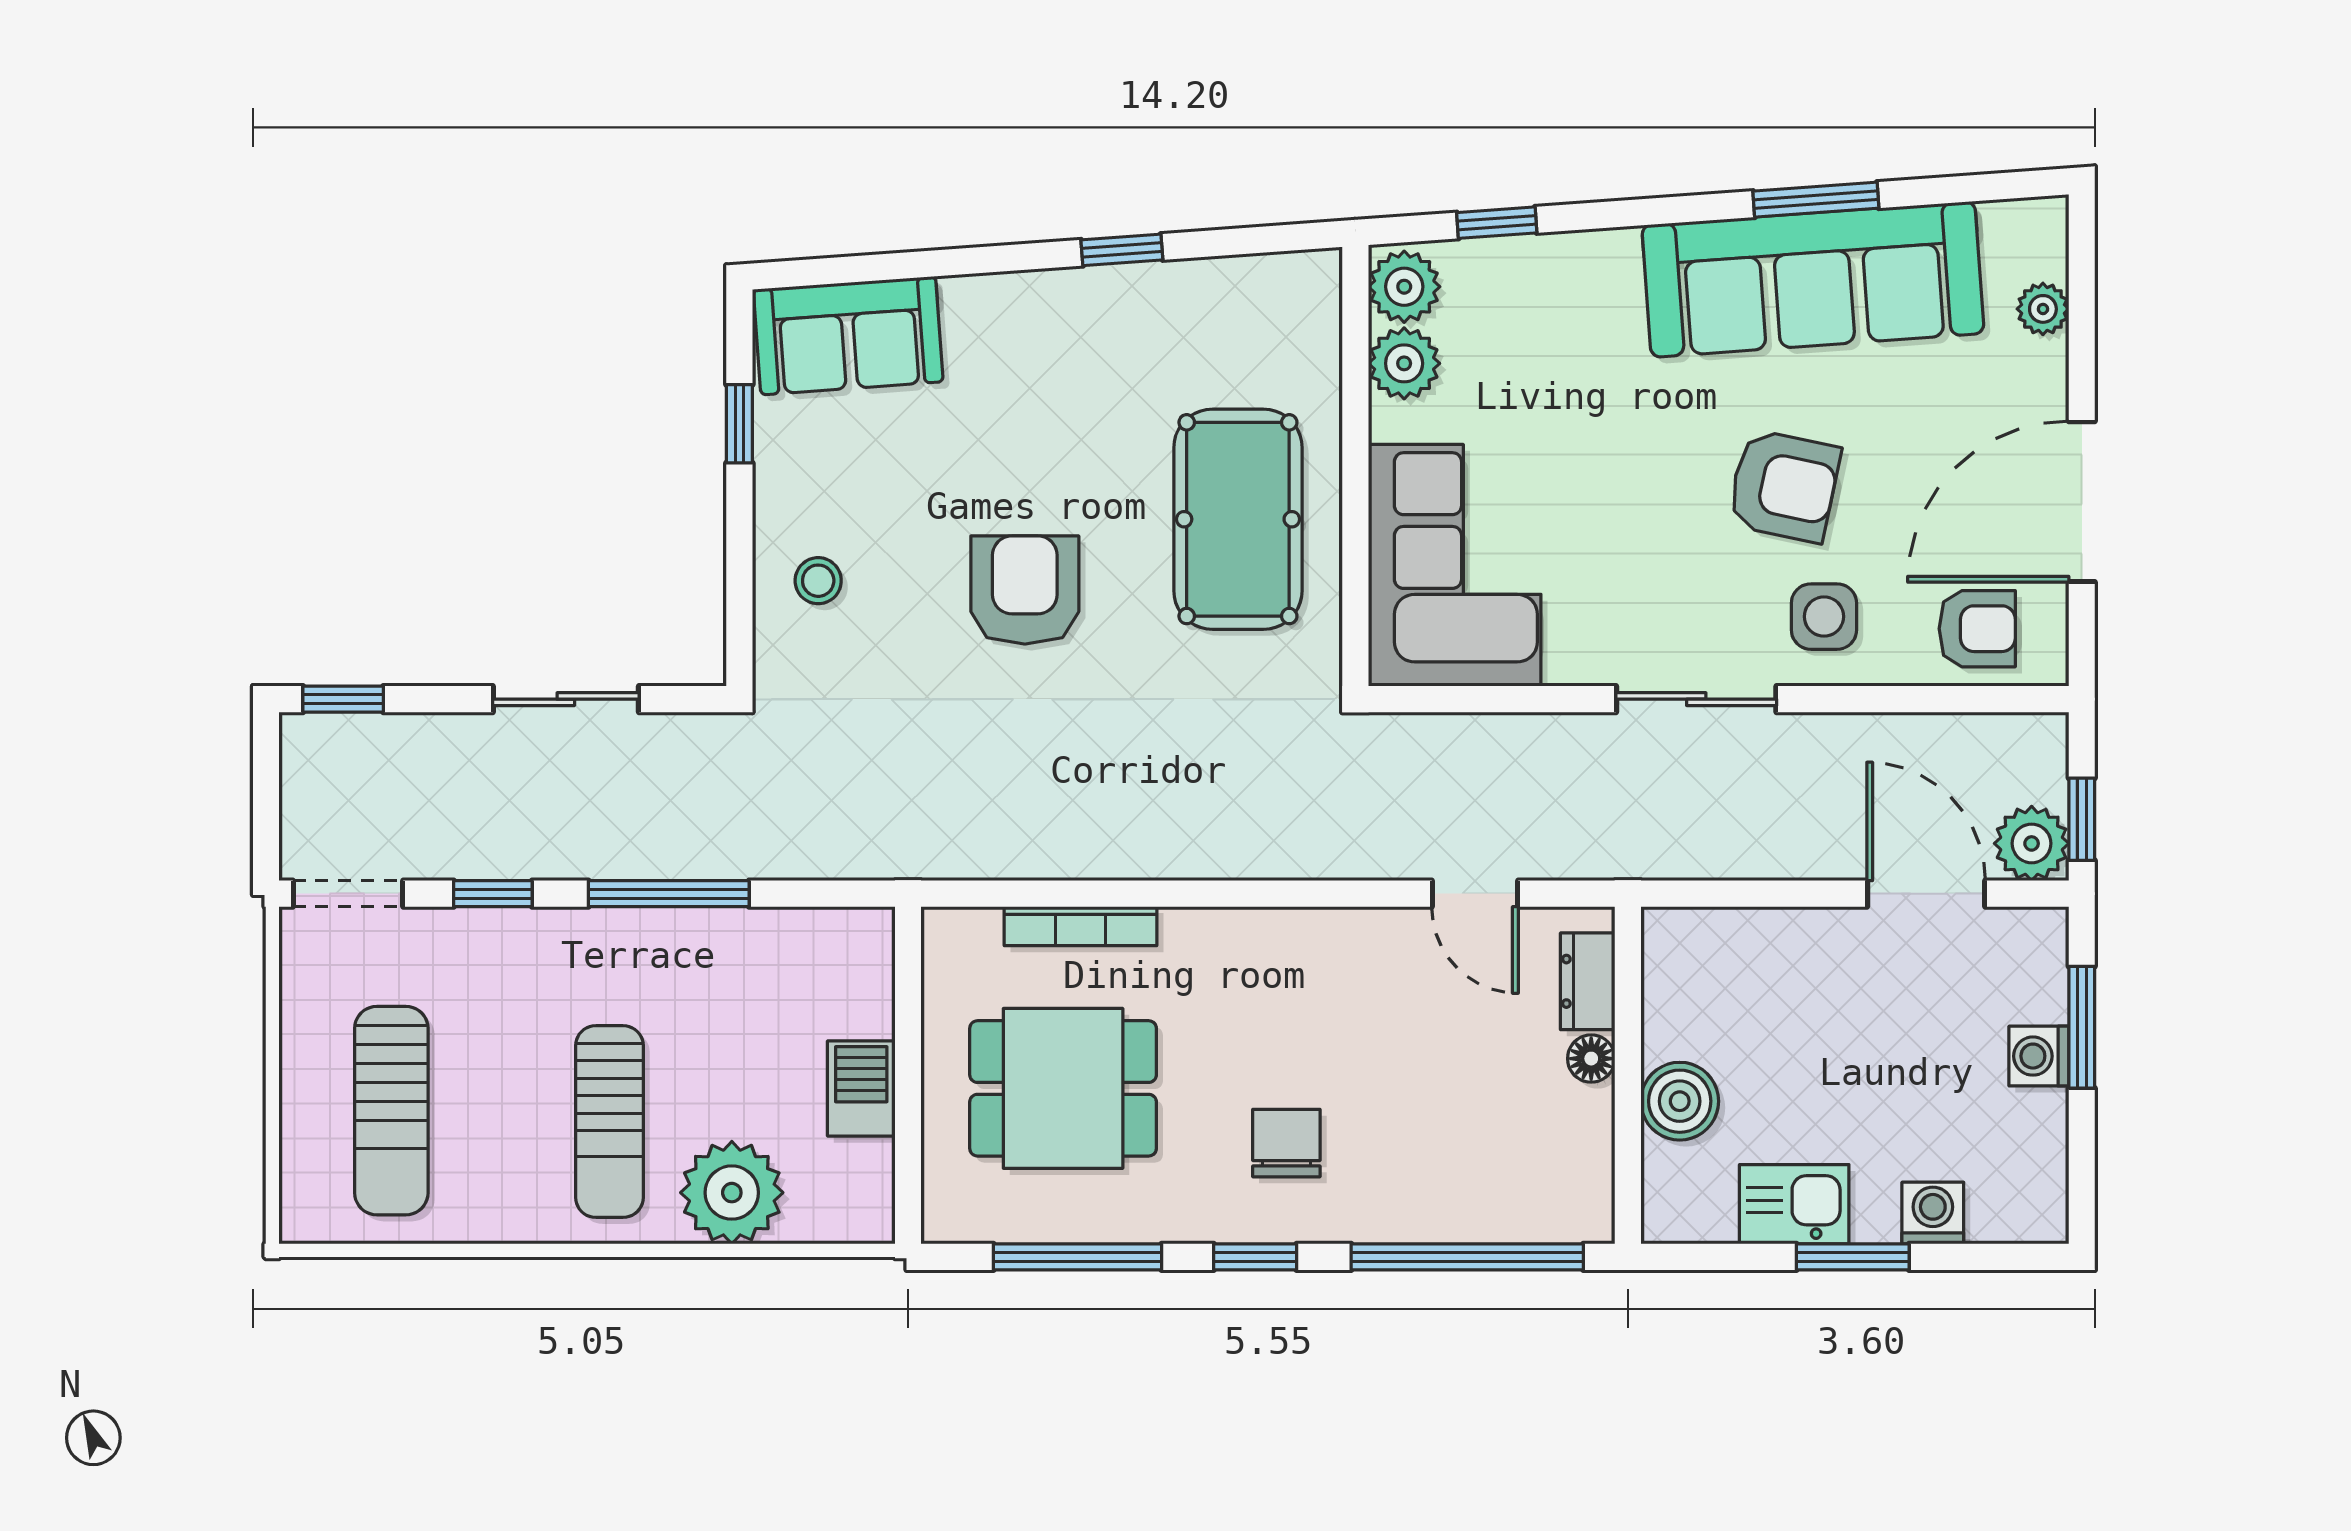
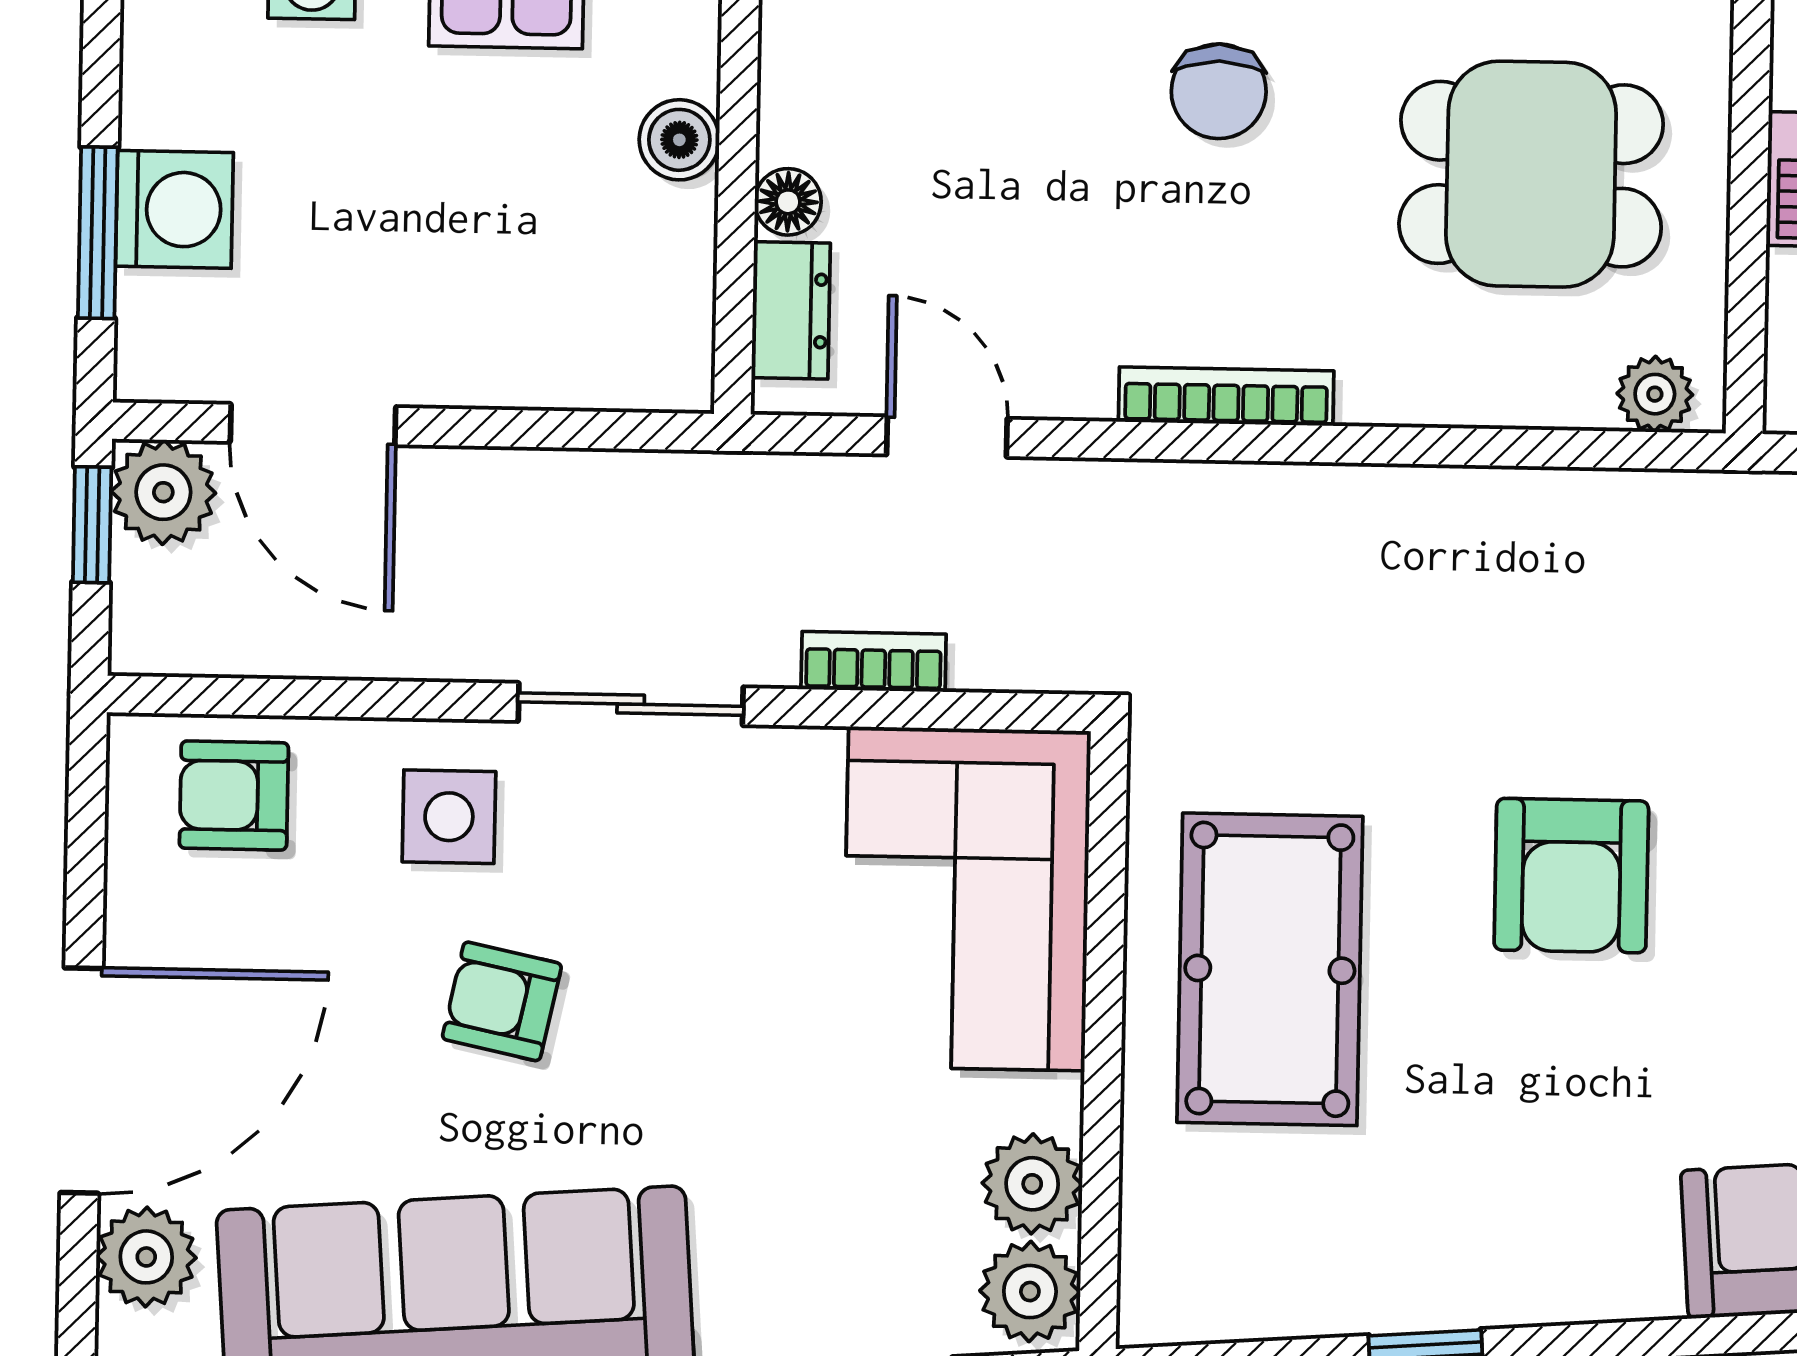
plant: (2043, 309) -> (146, 1257), width x1.38, depth x1.38
armchair: (1784, 486) -> (502, 1001), width x0.72, depth x0.72
door: (2082, 502) -> (81, 1081), moved
bookcase: (1524, 733) -> (874, 662), added
bookcase: (1080, 926) -> (1226, 396), moved
plant: (972, 934) -> (1655, 394), added
washing machine: (2039, 1056) -> (174, 209), width x1.38, depth x1.38
boiler: (1680, 1101) -> (679, 140), width x0.73, depth x0.73

